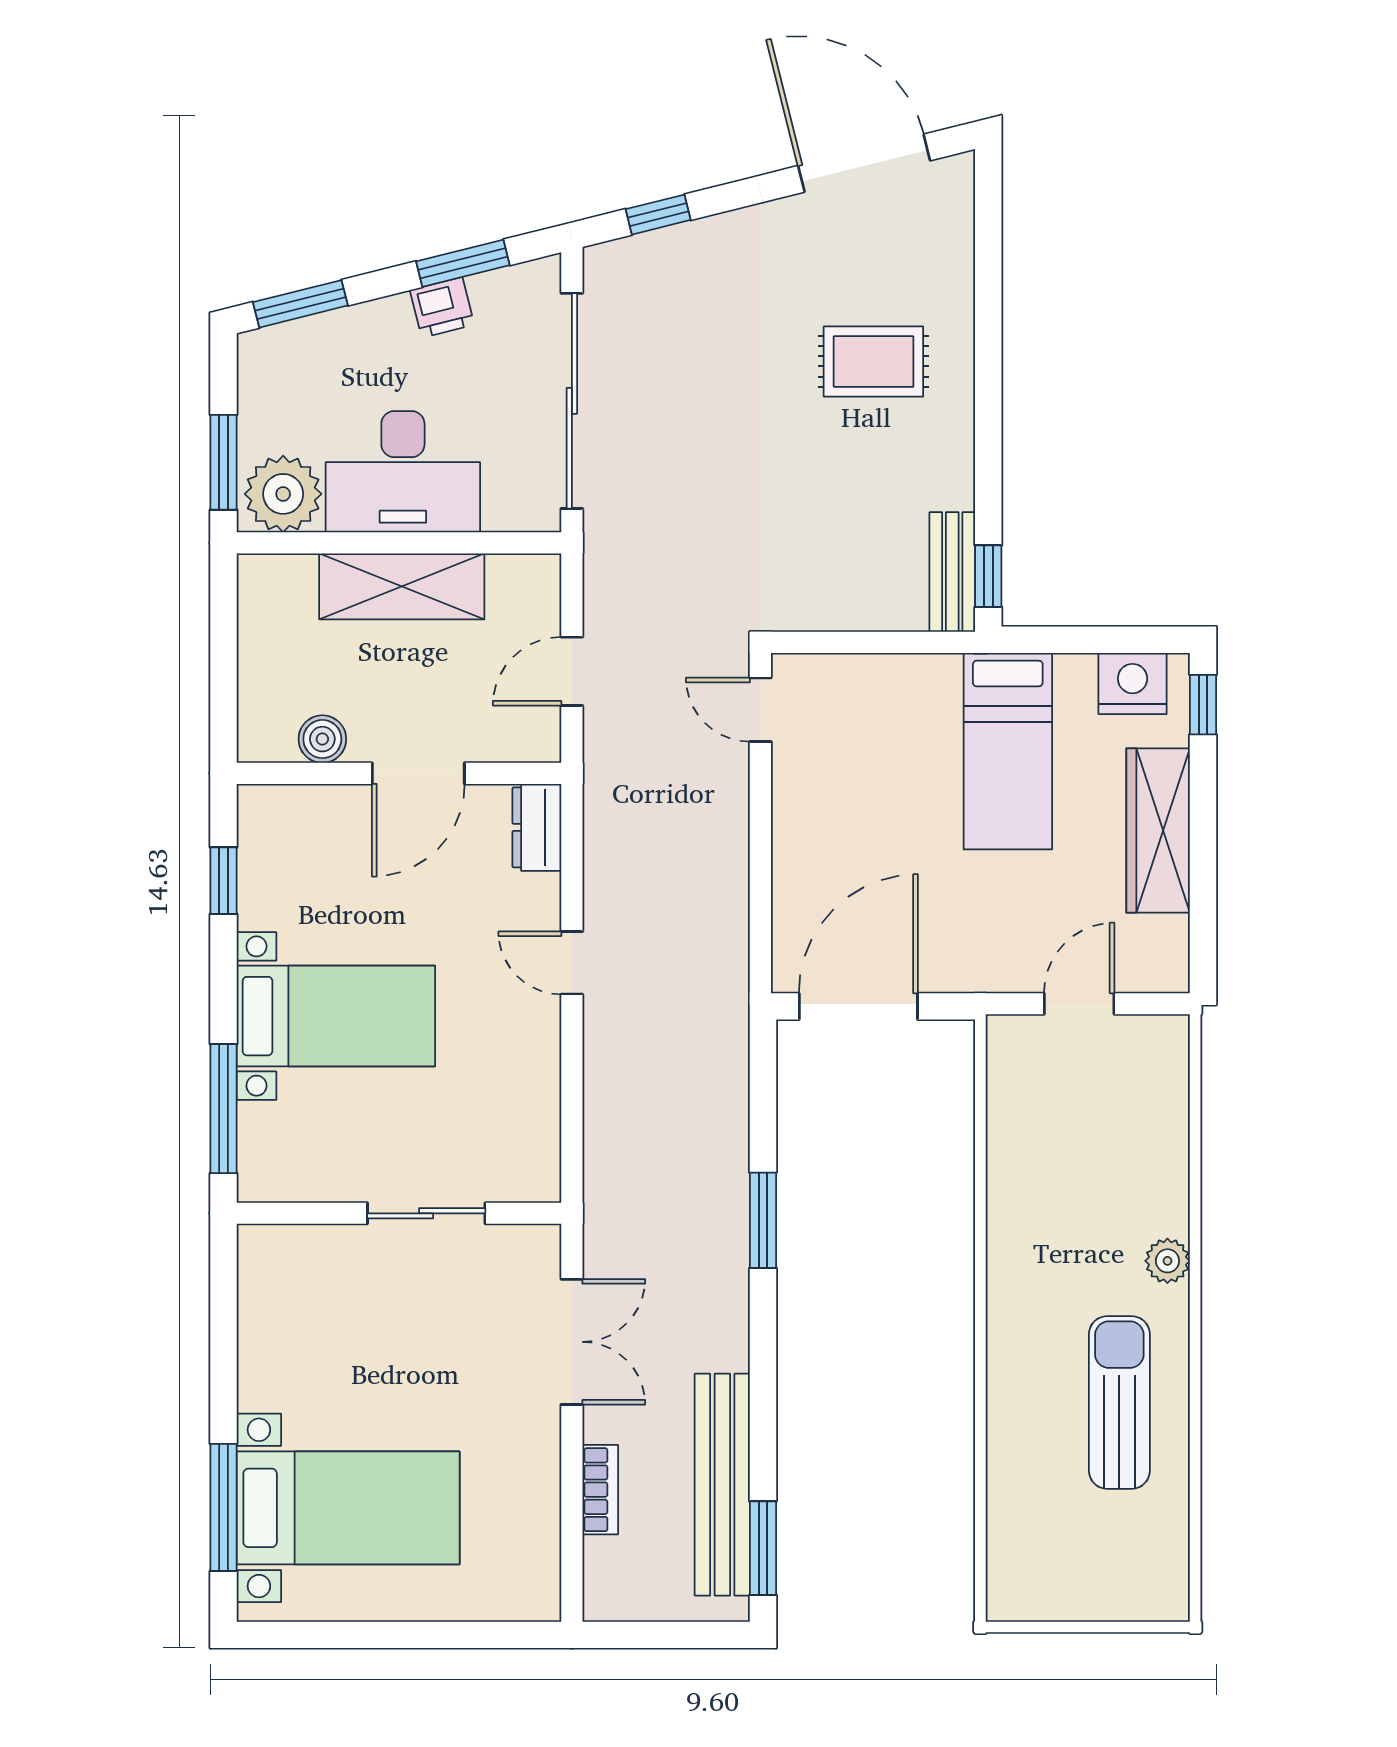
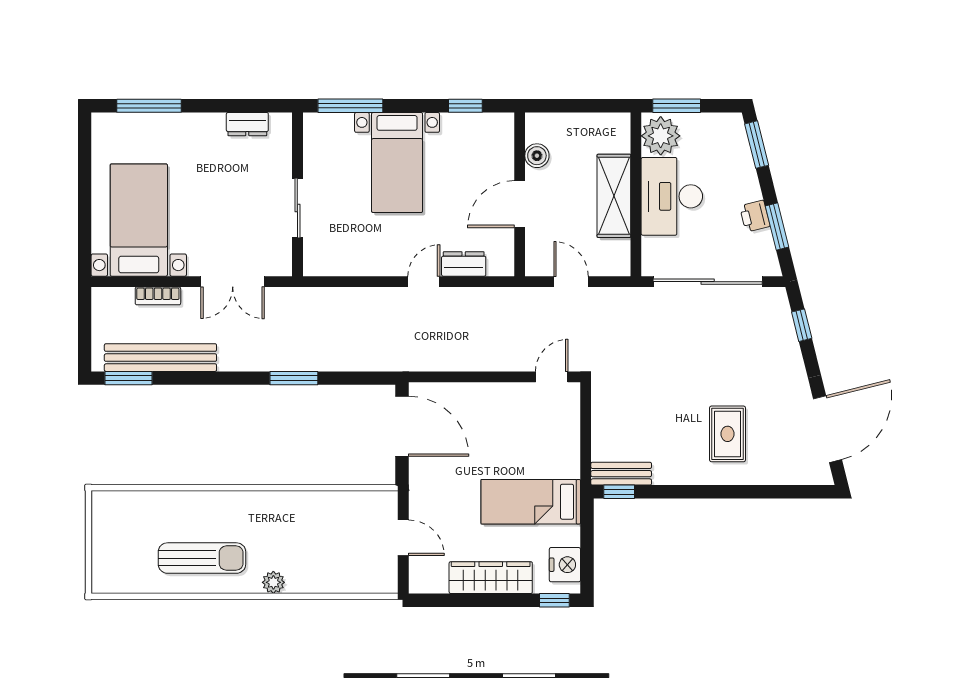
door: (418, 773) -> (520, 204), hinge flipped
dresser: (537, 827) -> (464, 264), moved
dresser: (260, 1313) -> (247, 124), added
bed with nightstands: (348, 1508) -> (139, 220), moved, turned 180

